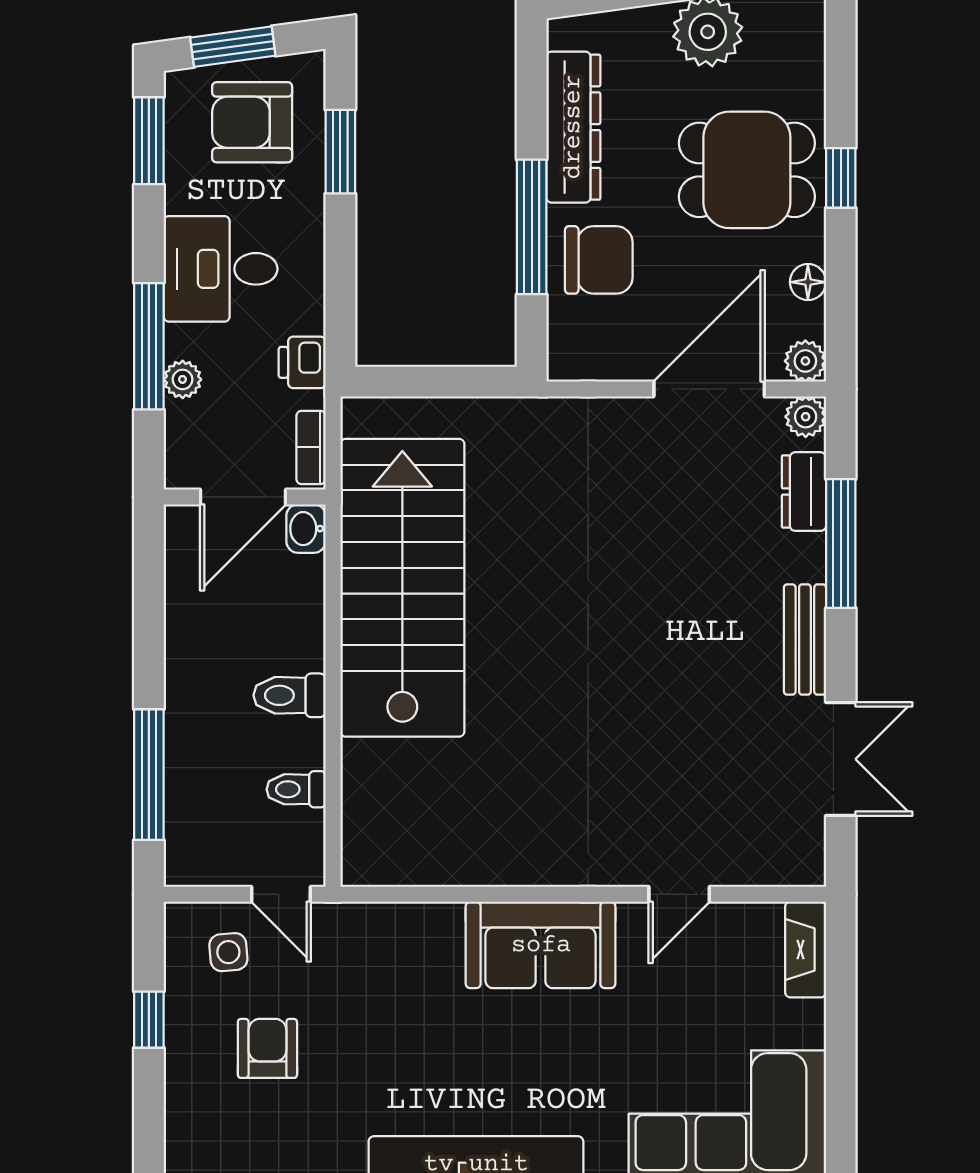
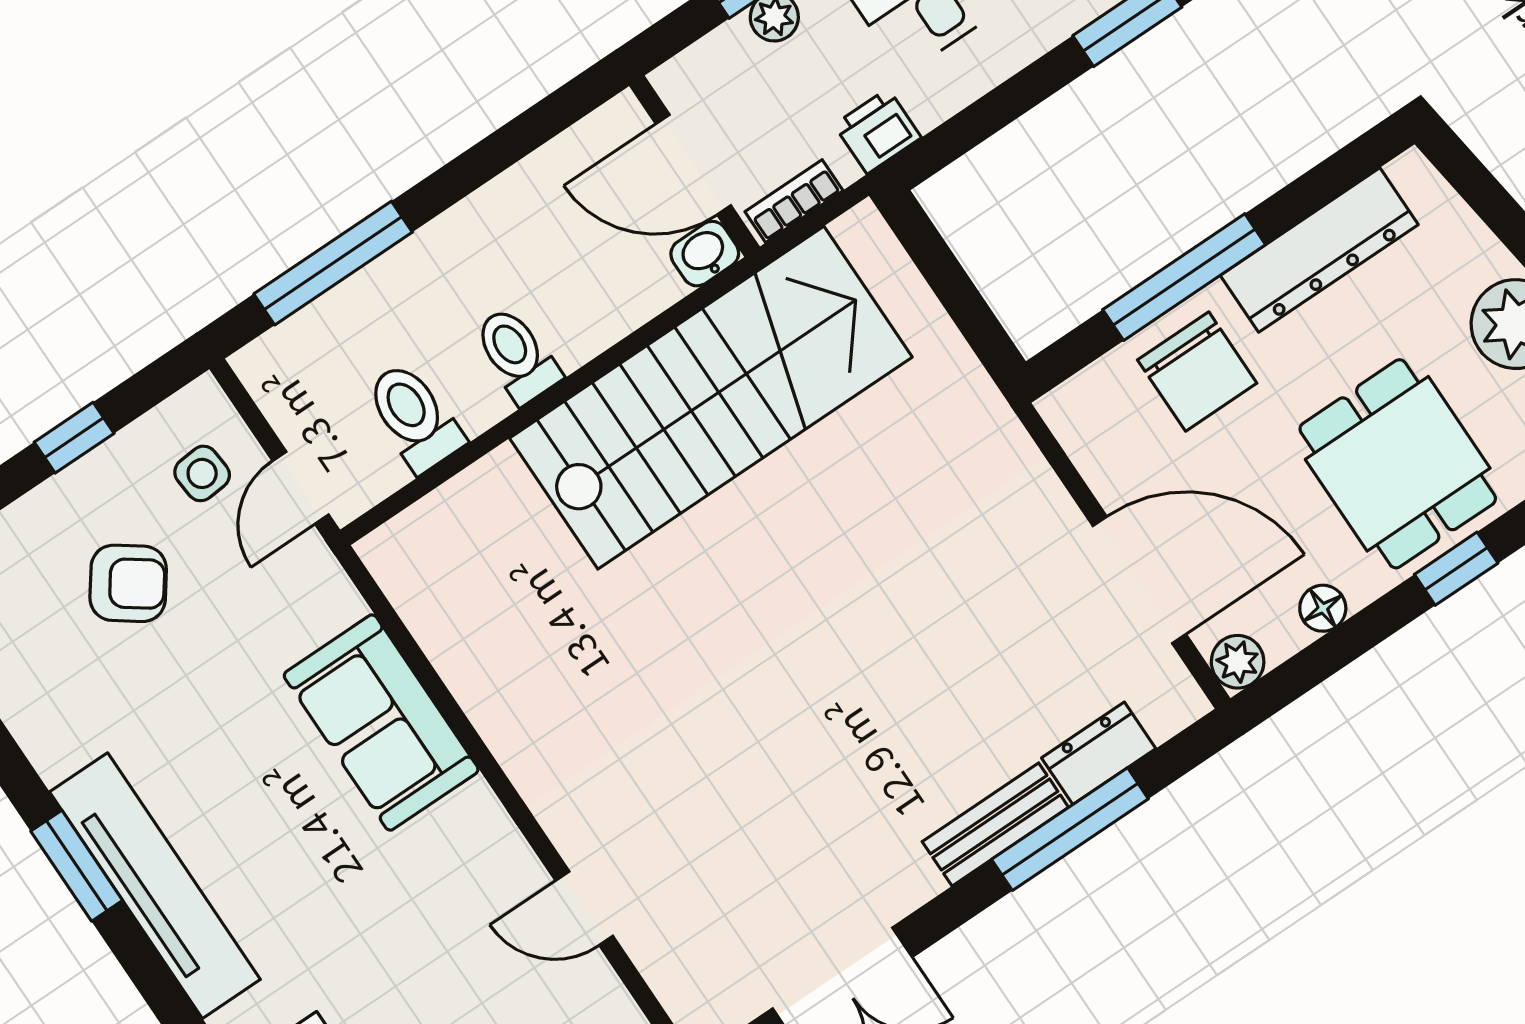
plant: (806, 417) -> (1179, 702), removed
bench: (805, 640) -> (995, 824), moved
toilet: (296, 789) -> (414, 417), width x1.37, depth x1.39
sofa: (541, 945) -> (381, 723), moved
armchair: (267, 1048) -> (128, 583), turned 36

